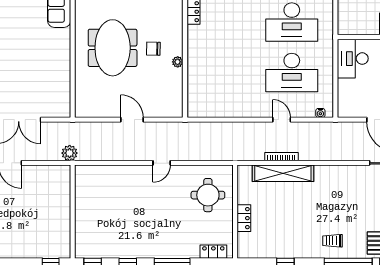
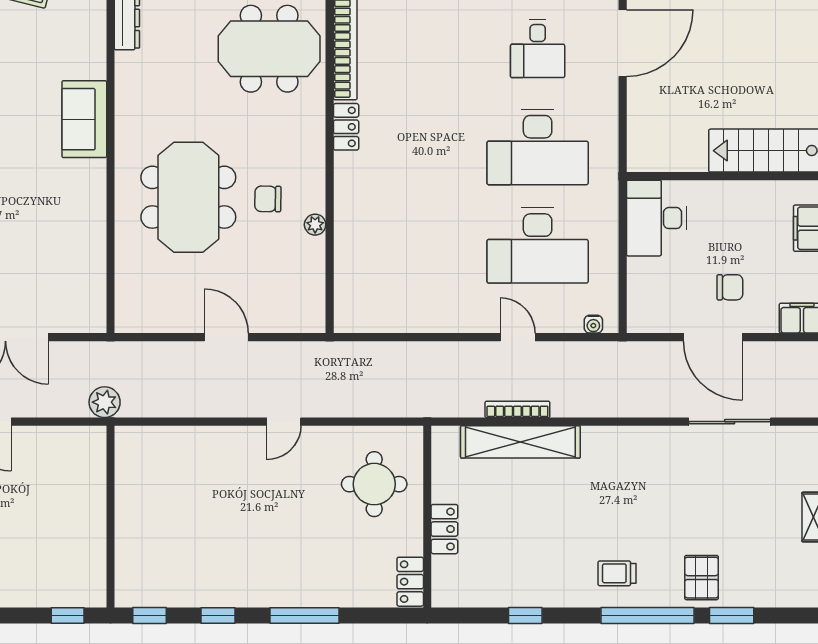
locker: (213, 252) -> (410, 582), moved, turned -90

